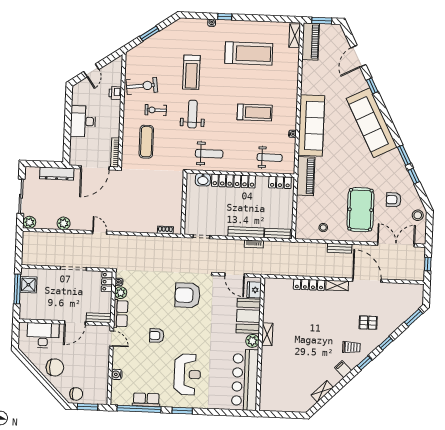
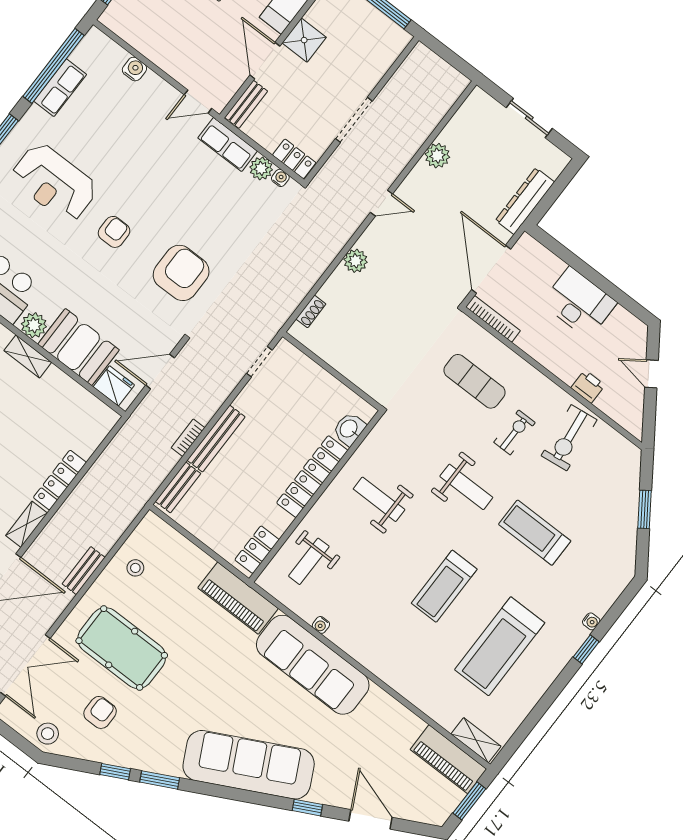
treadmill: (255, 112) -> (444, 586), moved
weight bench: (209, 154) -> (379, 499), moved, turned 90
sliding door: (21, 196) -> (529, 118), width x0.73
plant: (30, 222) -> (356, 261), moved
shower: (28, 285) -> (304, 40), moved
armchair: (157, 336) -> (114, 232), moved

